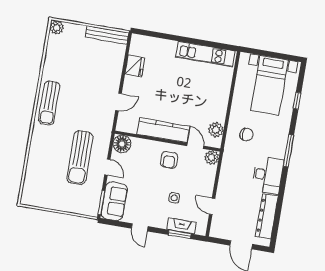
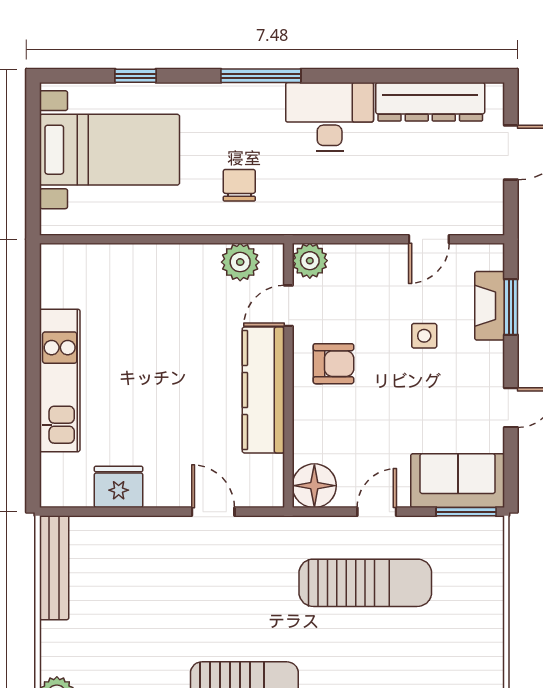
kitchen unit: (205, 54) -> (60, 380), moved

